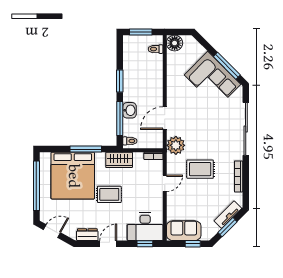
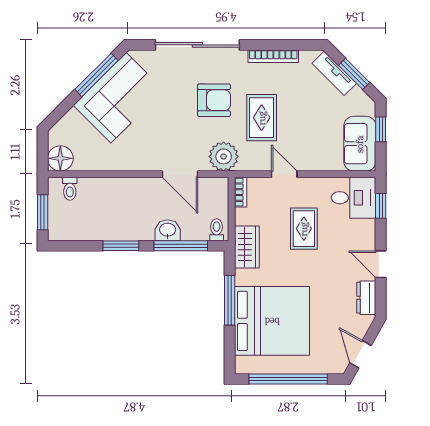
armchair: (211, 139) -> (214, 100), added
rug: (109, 194) -> (304, 229), moved
desk: (145, 227) -> (354, 198), width x0.73

